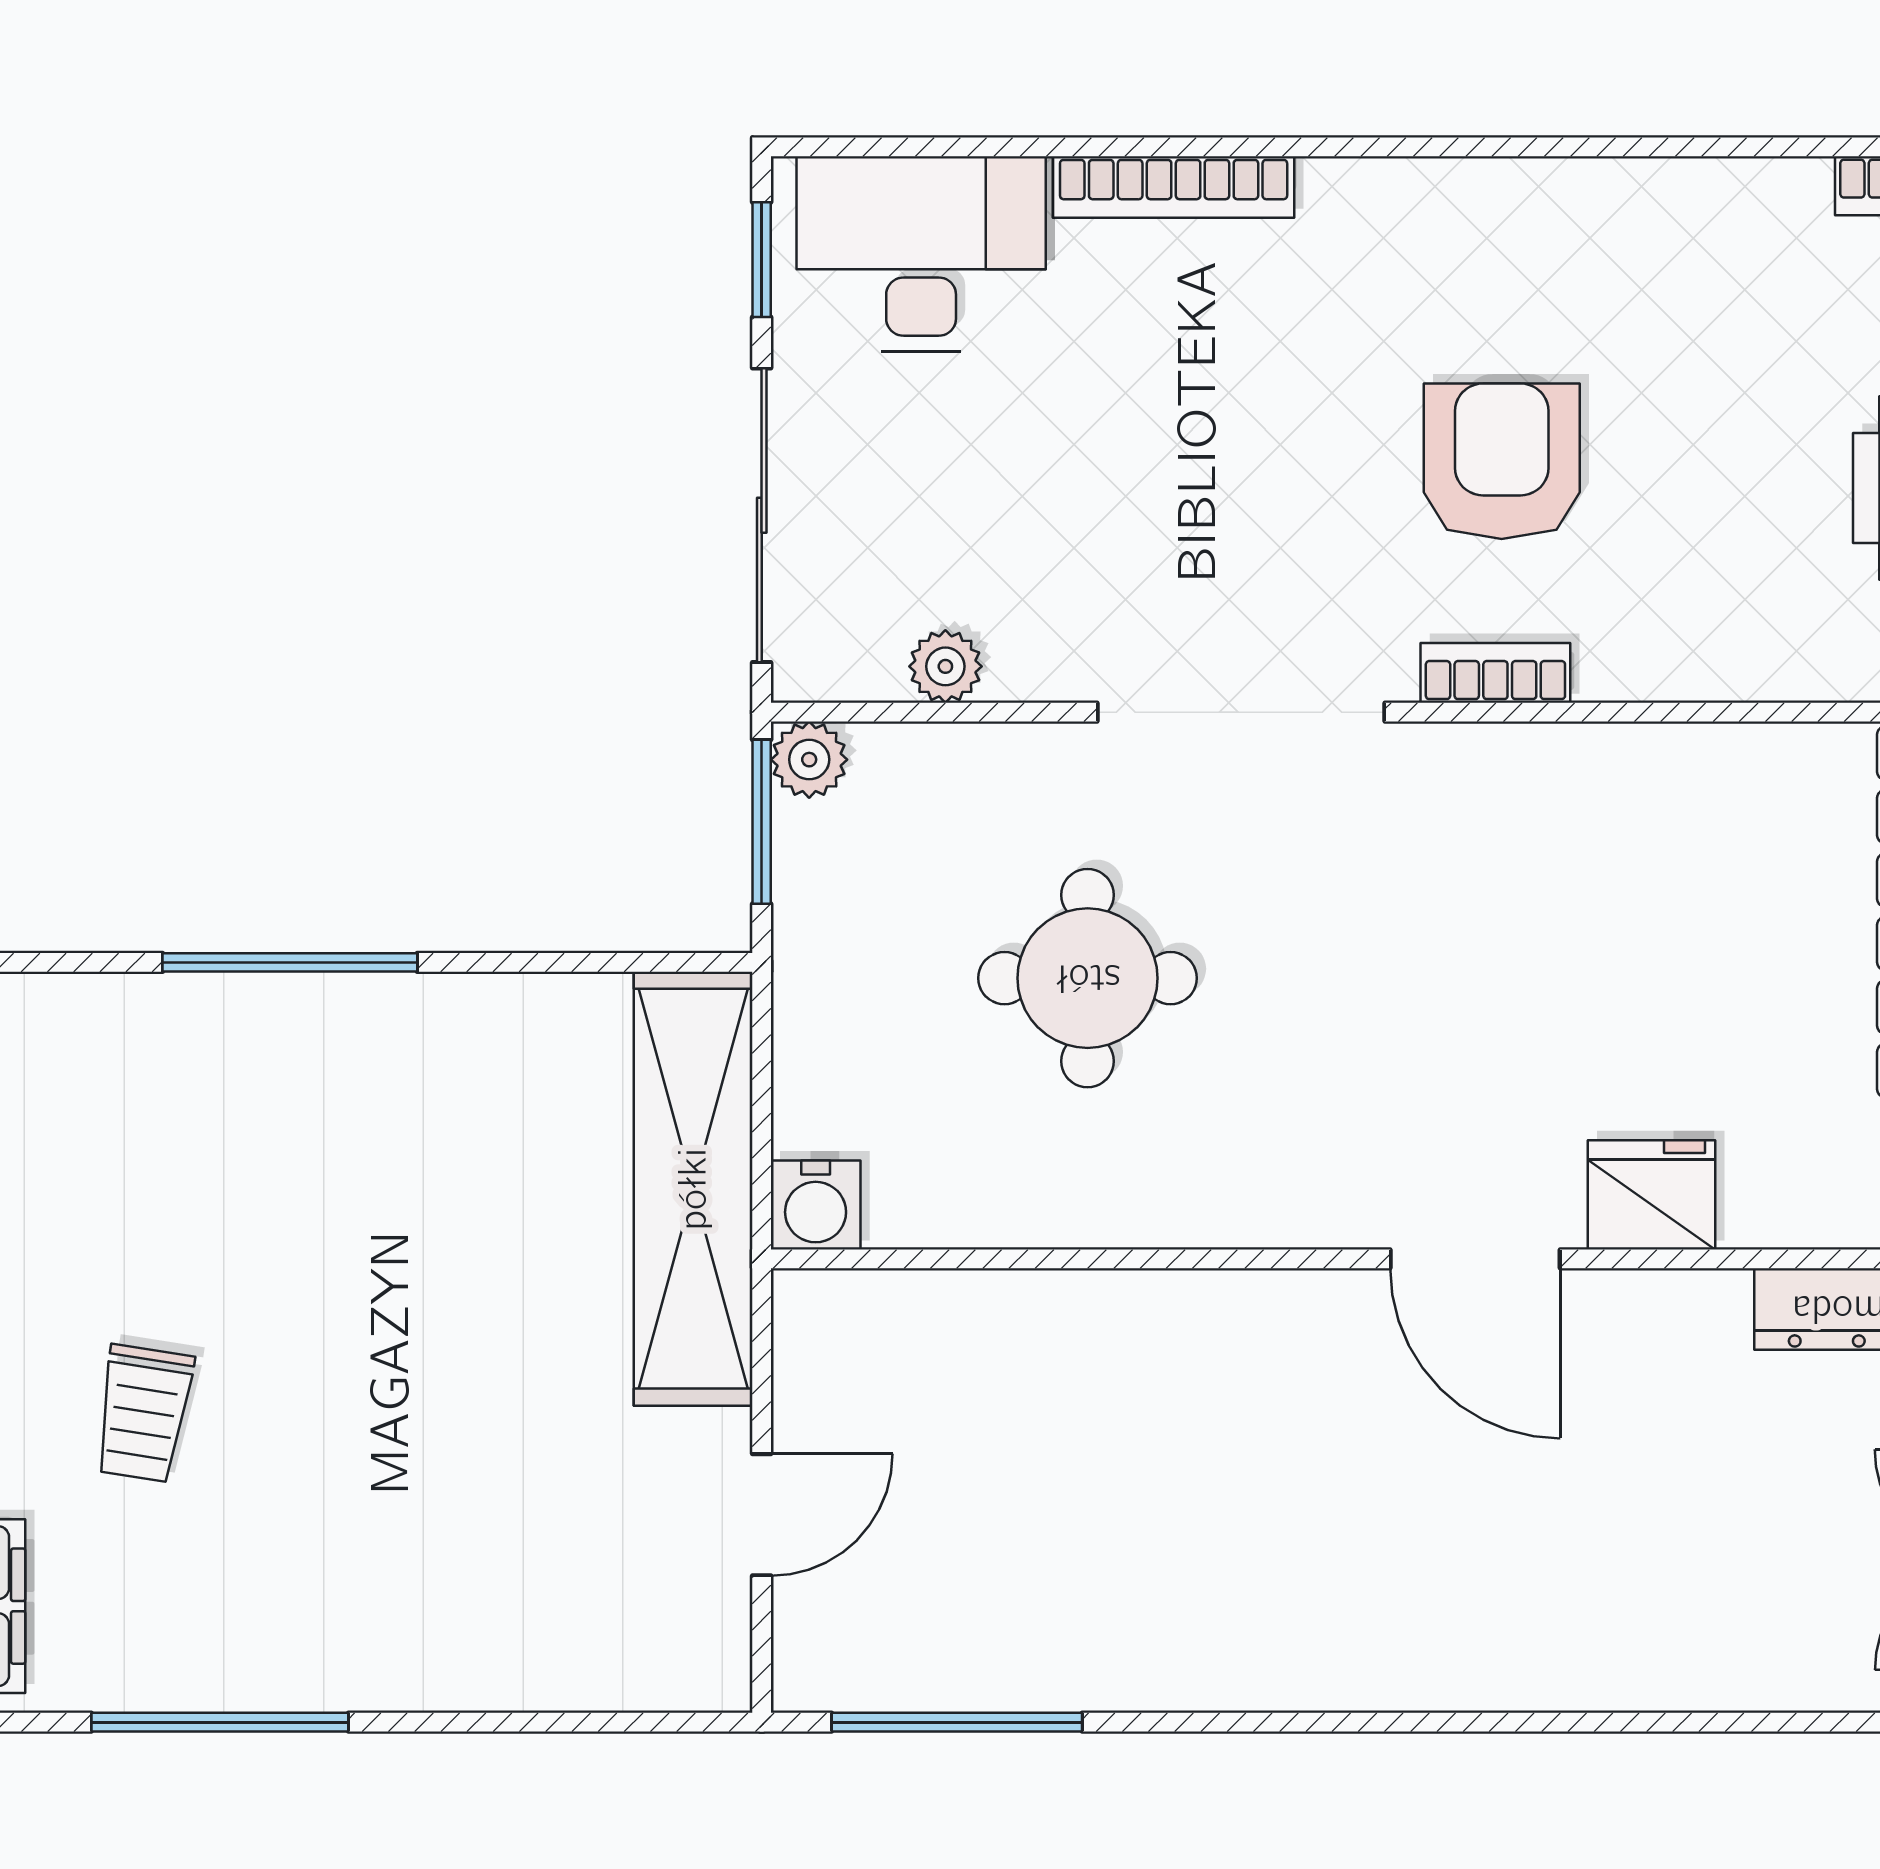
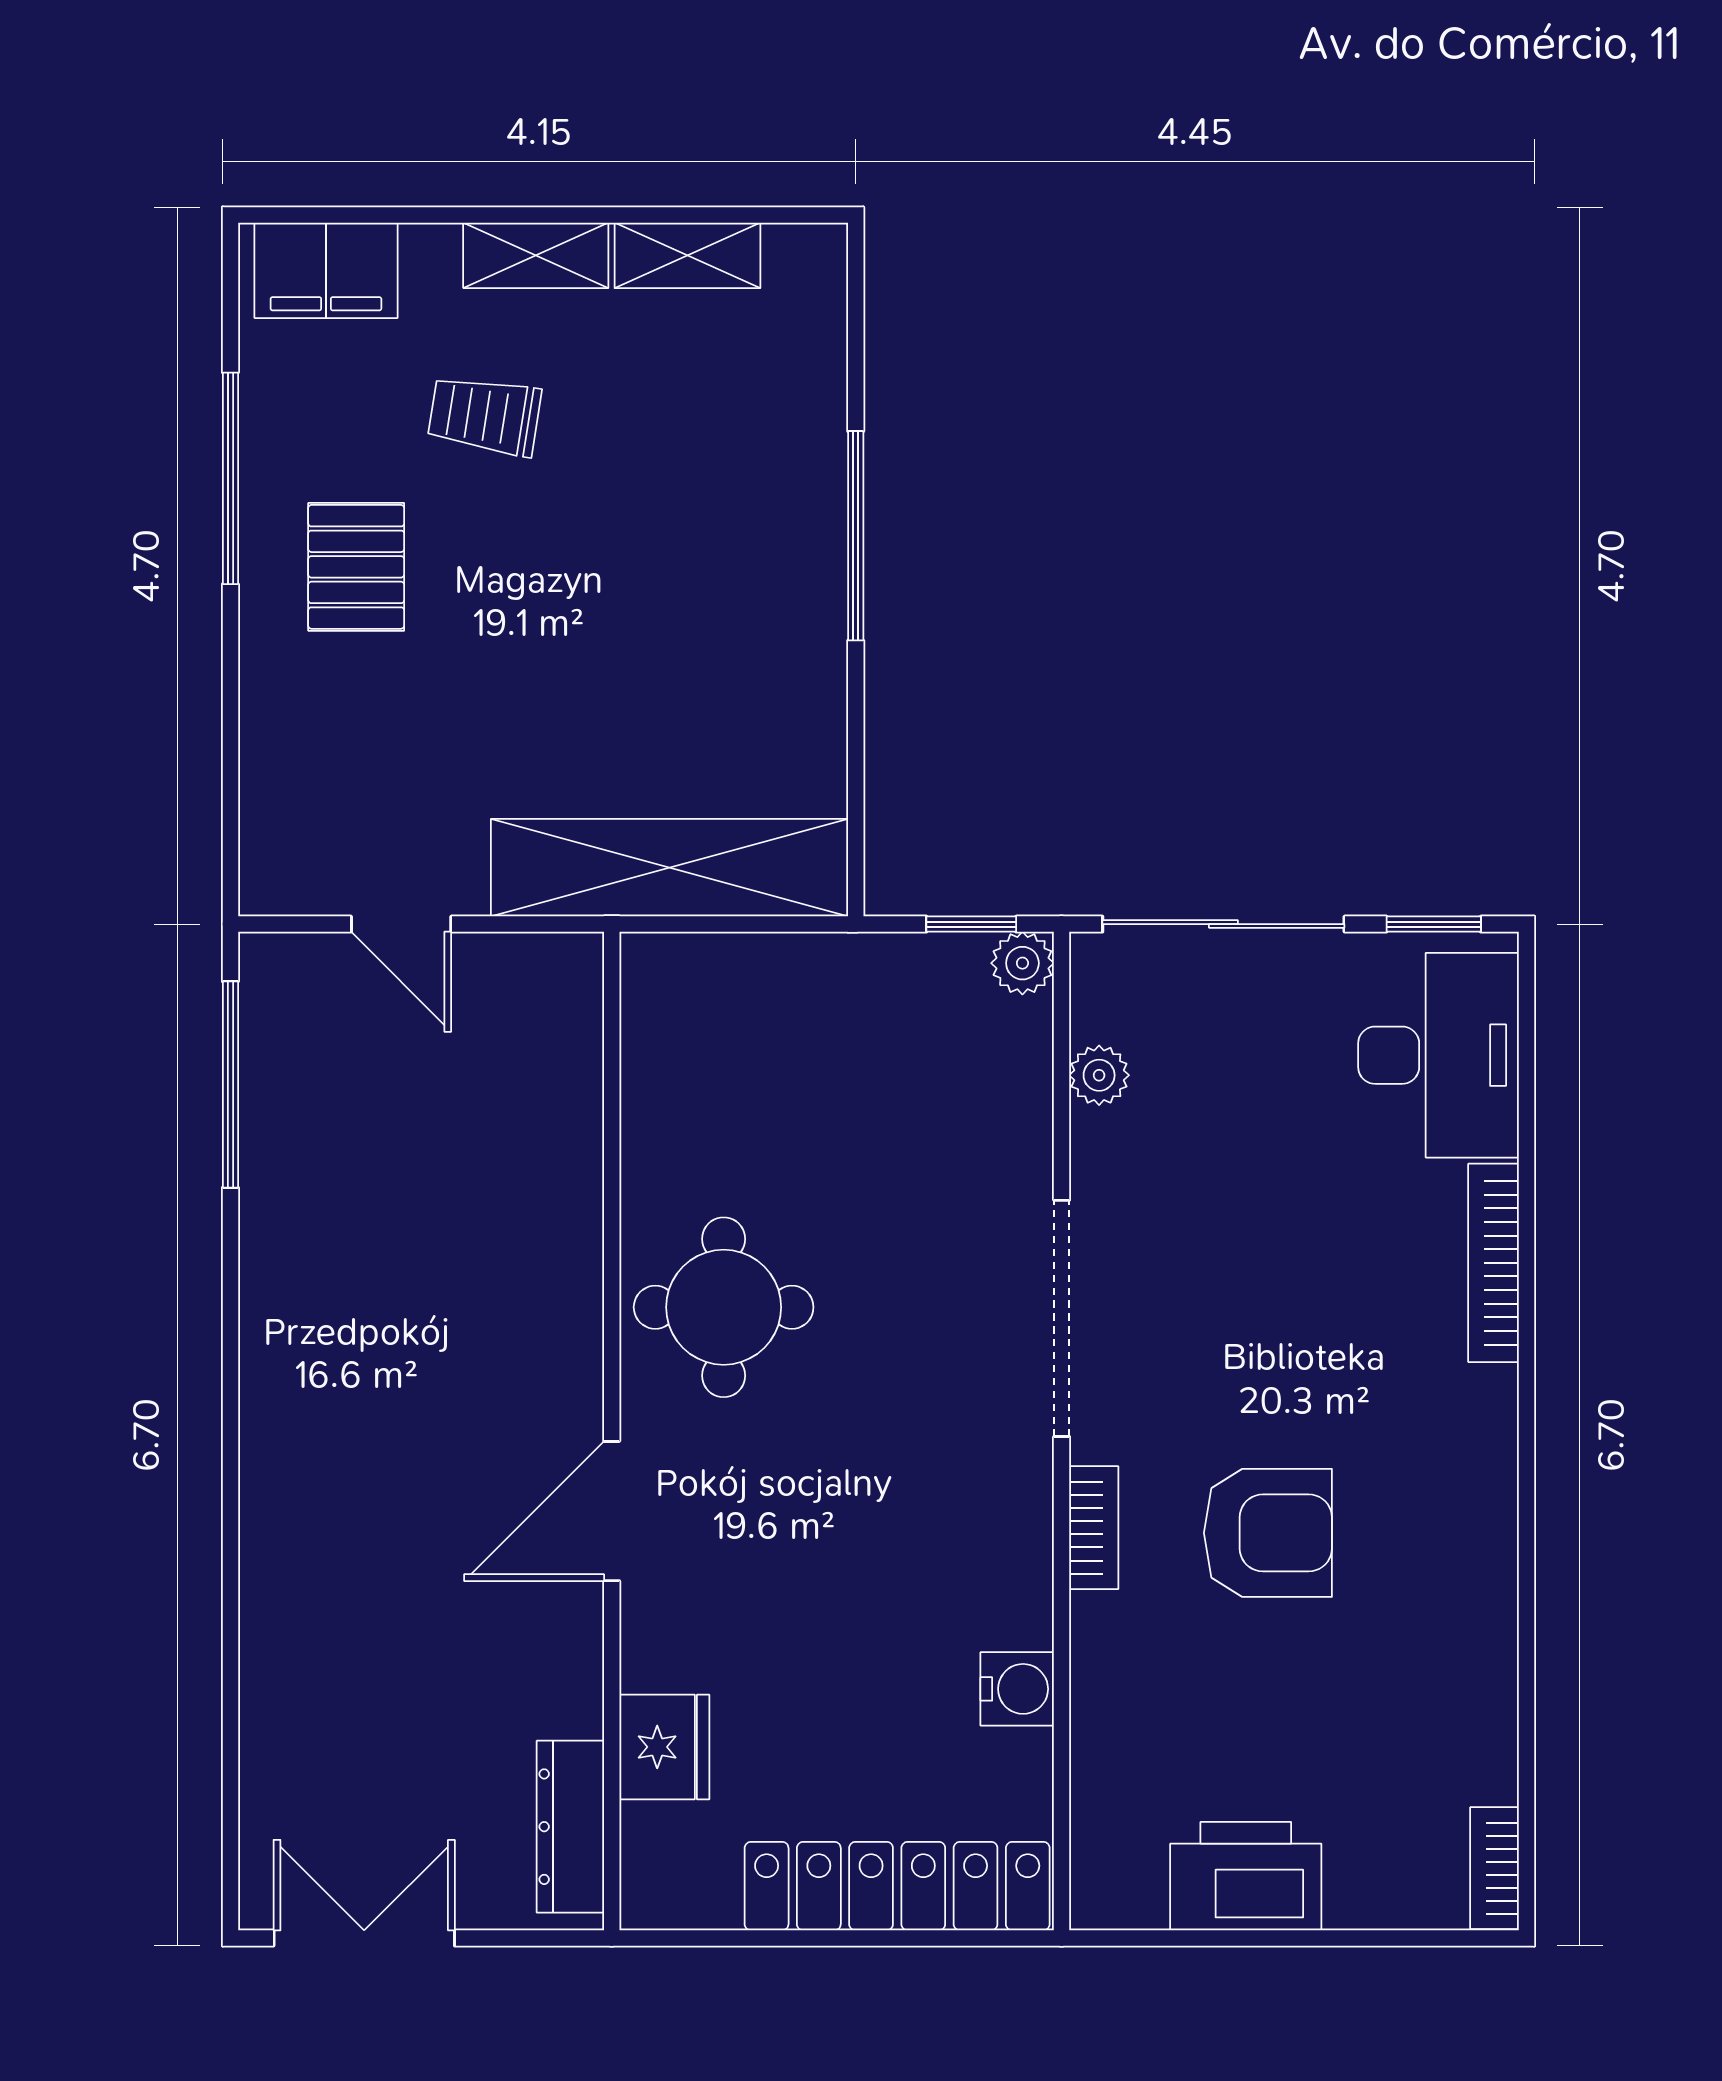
window: (762, 822) -> (971, 924), width x0.67
round table: (1088, 978) -> (724, 1307), moved
fridge: (1652, 1195) -> (664, 1747), moved
water cooler: (816, 1205) -> (1017, 1689), moved, turned 180
pallet: (328, 1569) -> (356, 567), added

